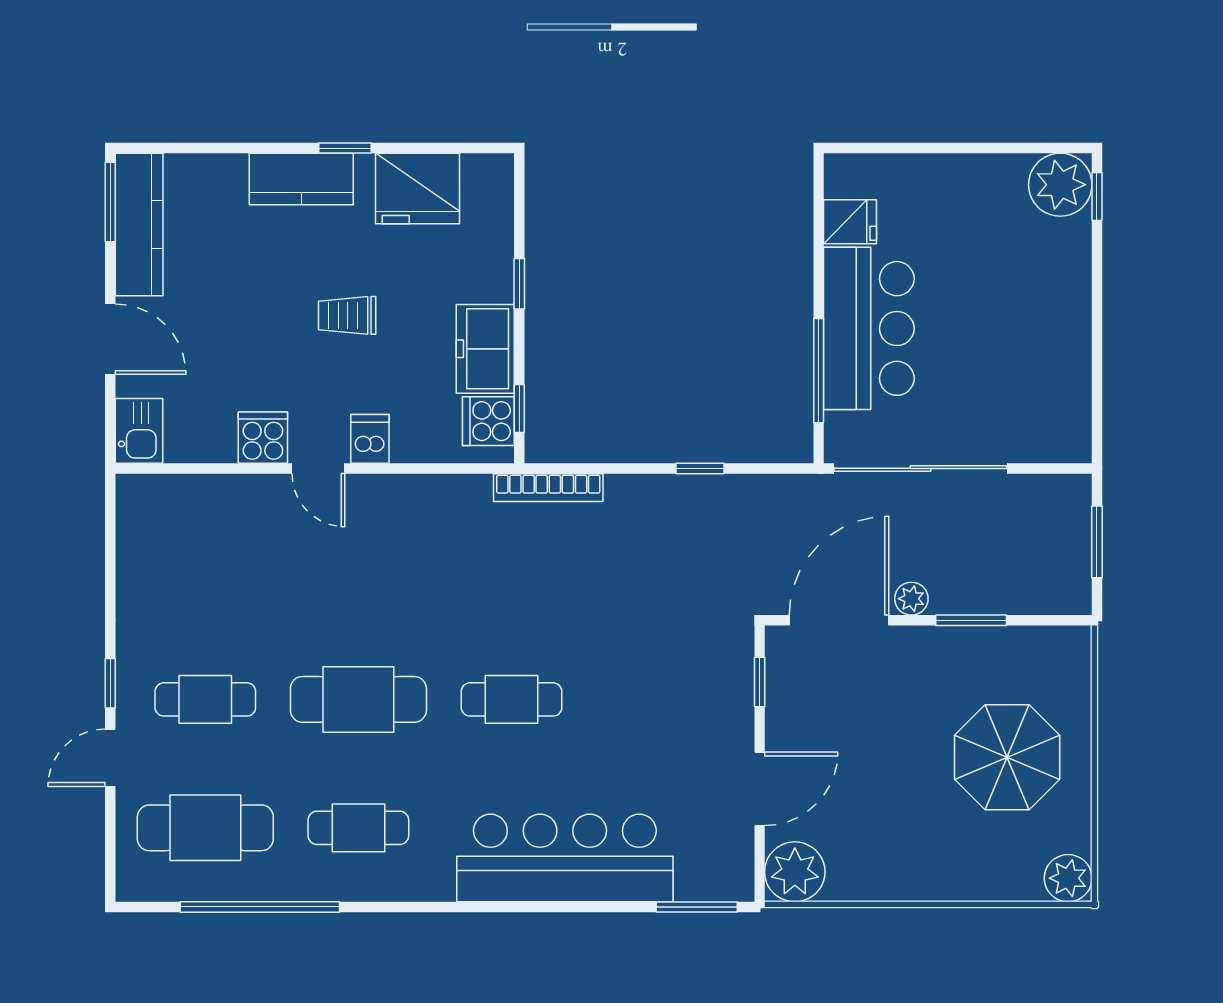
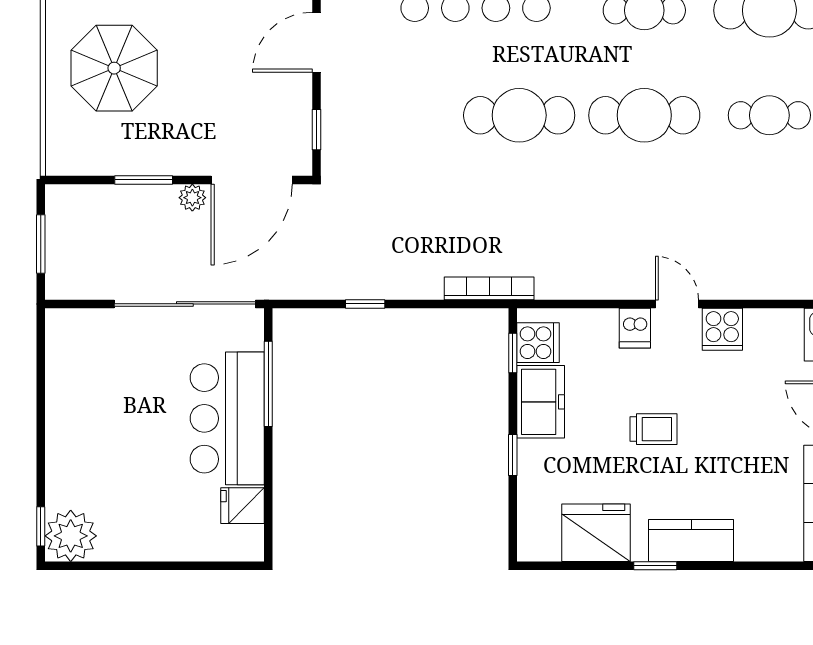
cafe table: (512, 699) -> (519, 115), width x1.37, depth x1.35

